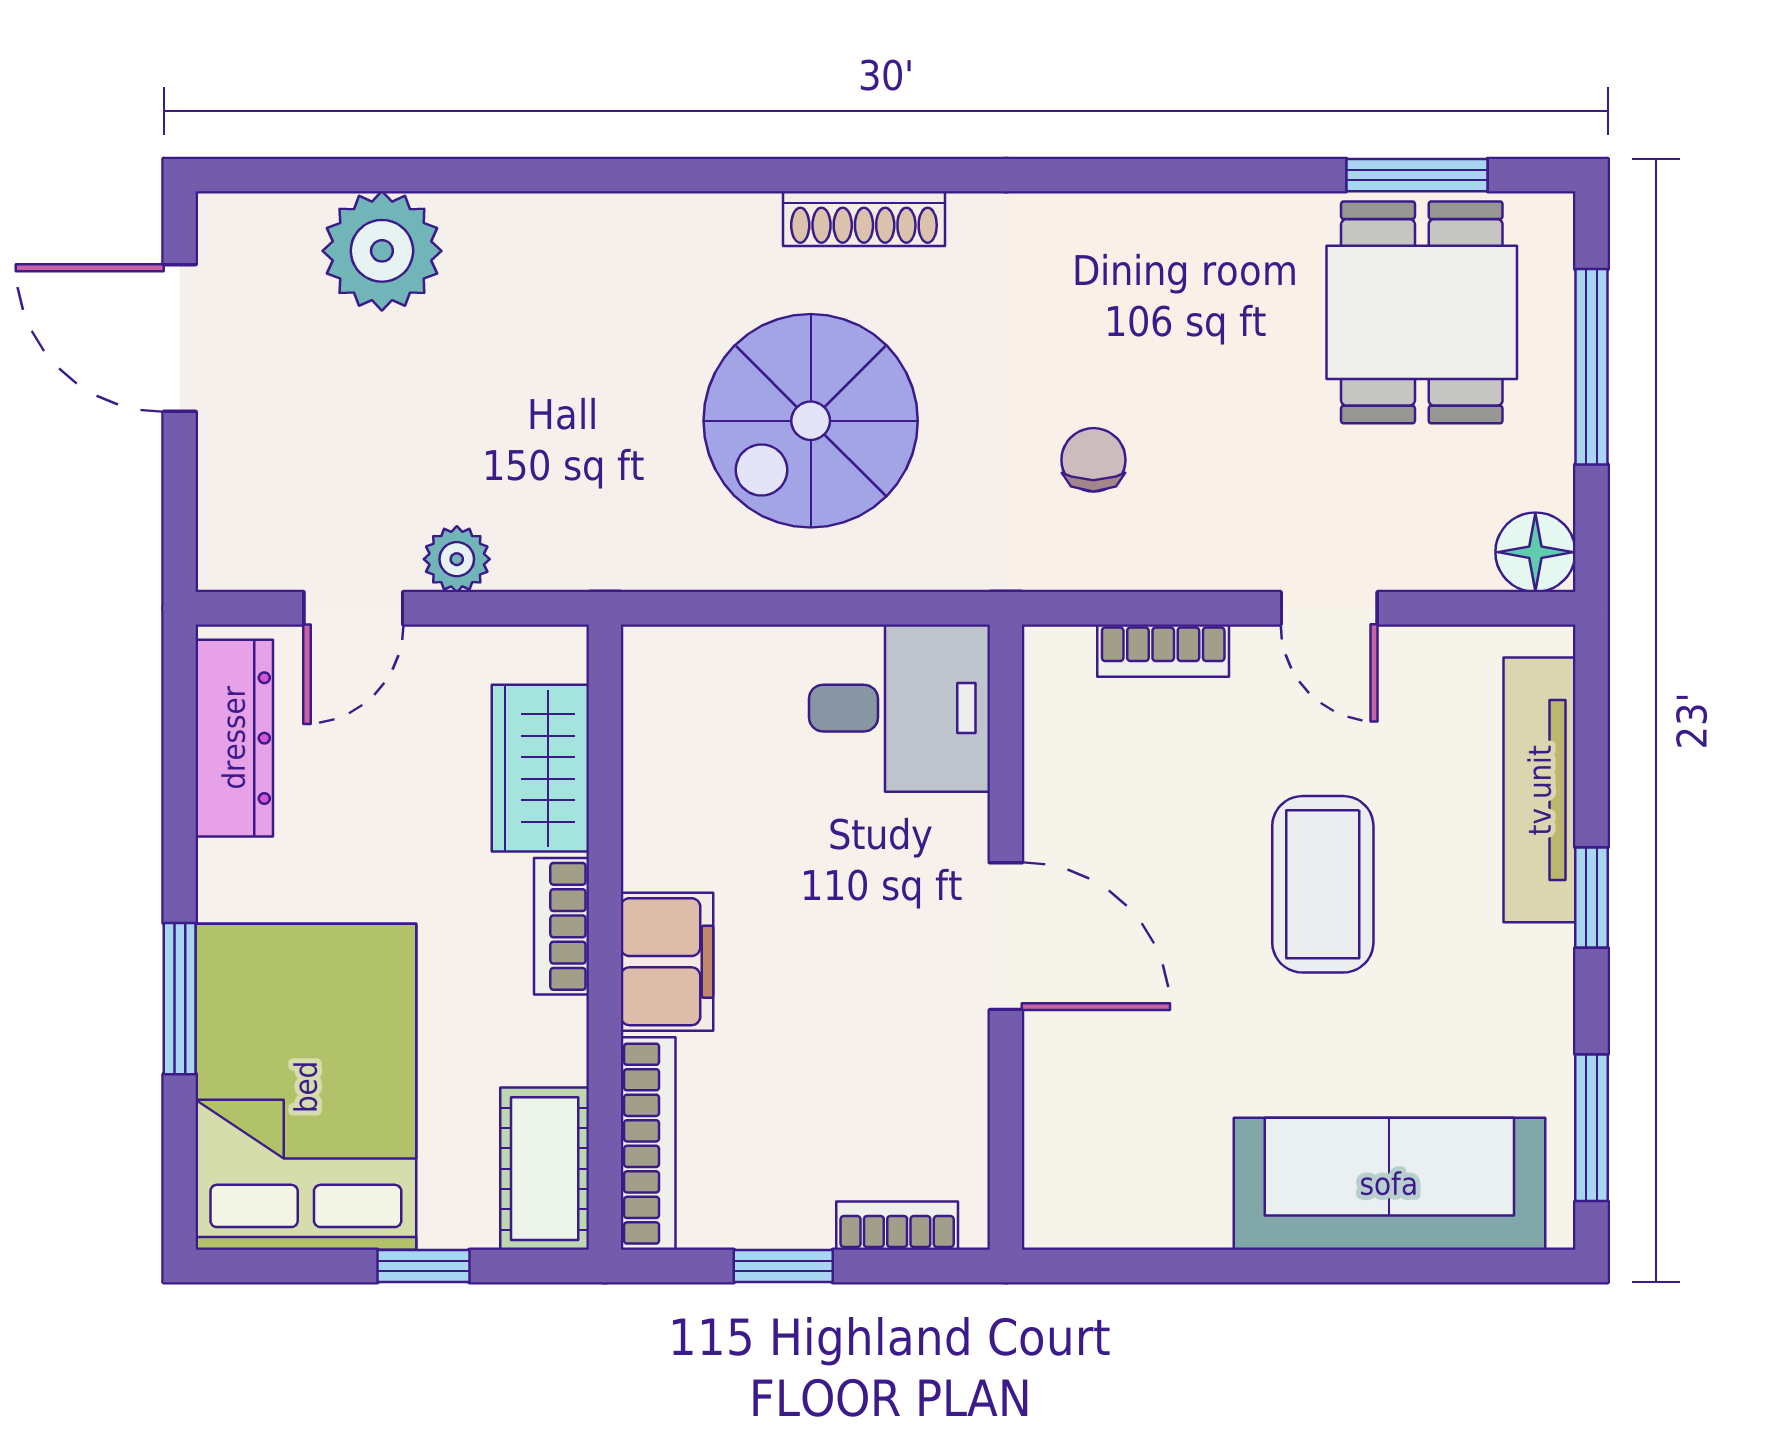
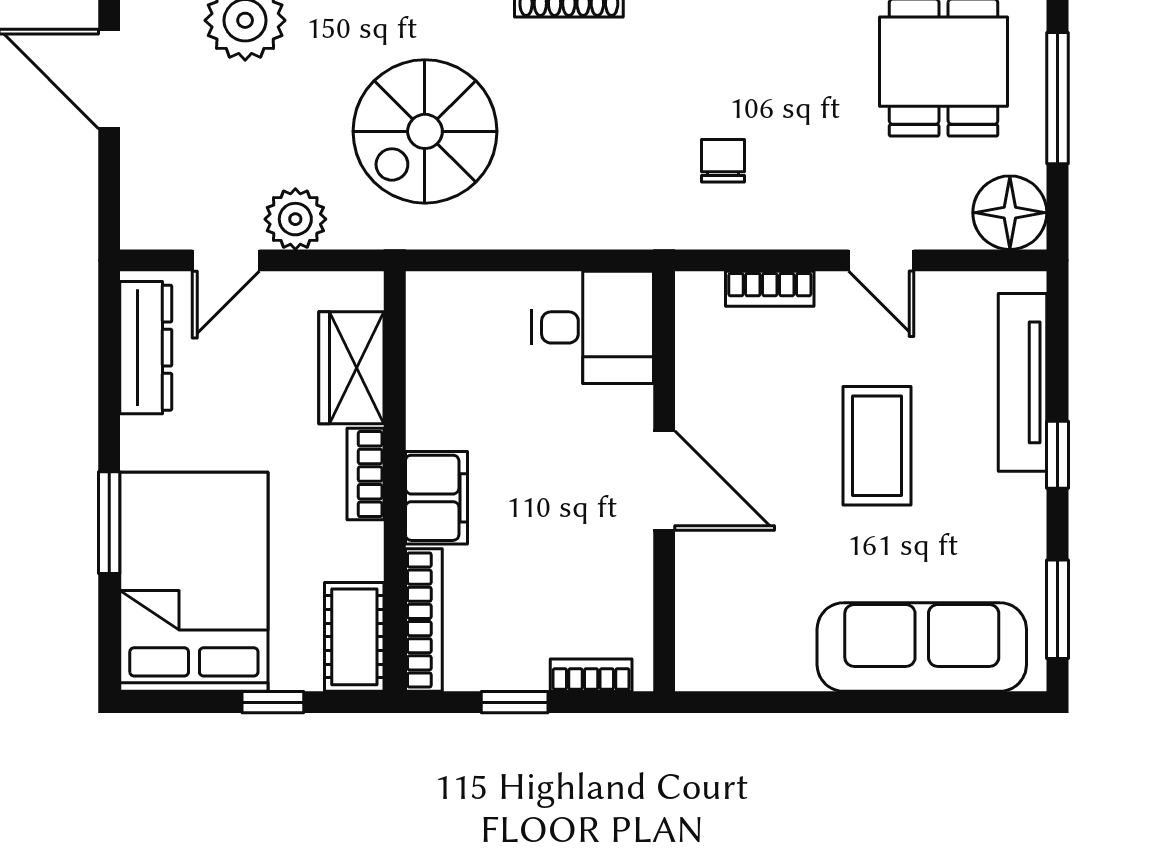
spiral stairs: (811, 421) -> (425, 131), moved
floor lamp: (1535, 552) -> (1010, 213), width x1.38, depth x1.38
plant: (457, 559) -> (295, 219), width x1.38, depth x1.38

